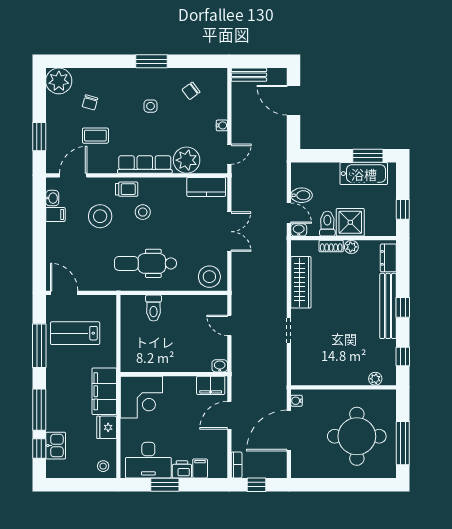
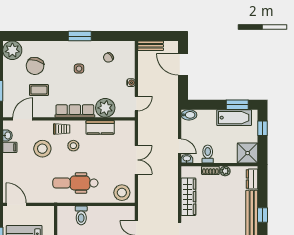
chair: (90, 102) -> (35, 66), width x1.87, depth x1.87
kitchen counter: (206, 187) -> (100, 127), moved
bidet: (302, 195) -> (189, 115), moved
window: (403, 209) -> (263, 128), moved
shower: (350, 222) -> (248, 153), moved

